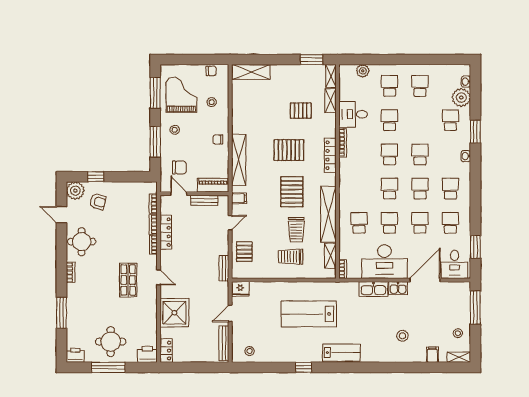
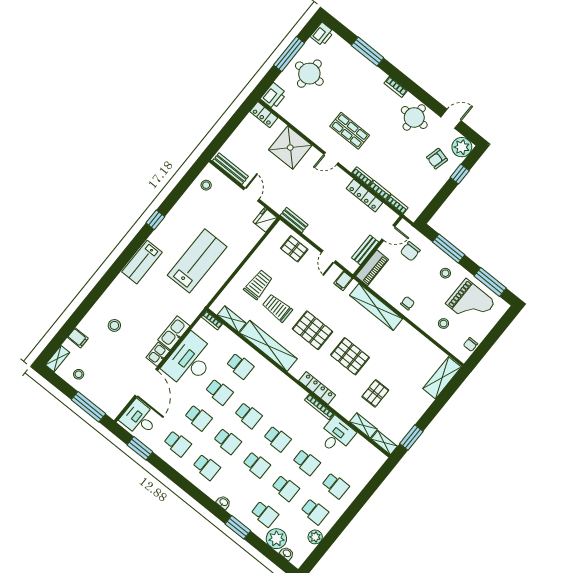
plant: (363, 71) -> (315, 537), moved
school desk: (420, 120) -> (286, 488), added
pallet: (289, 150) -> (350, 356), turned 90

